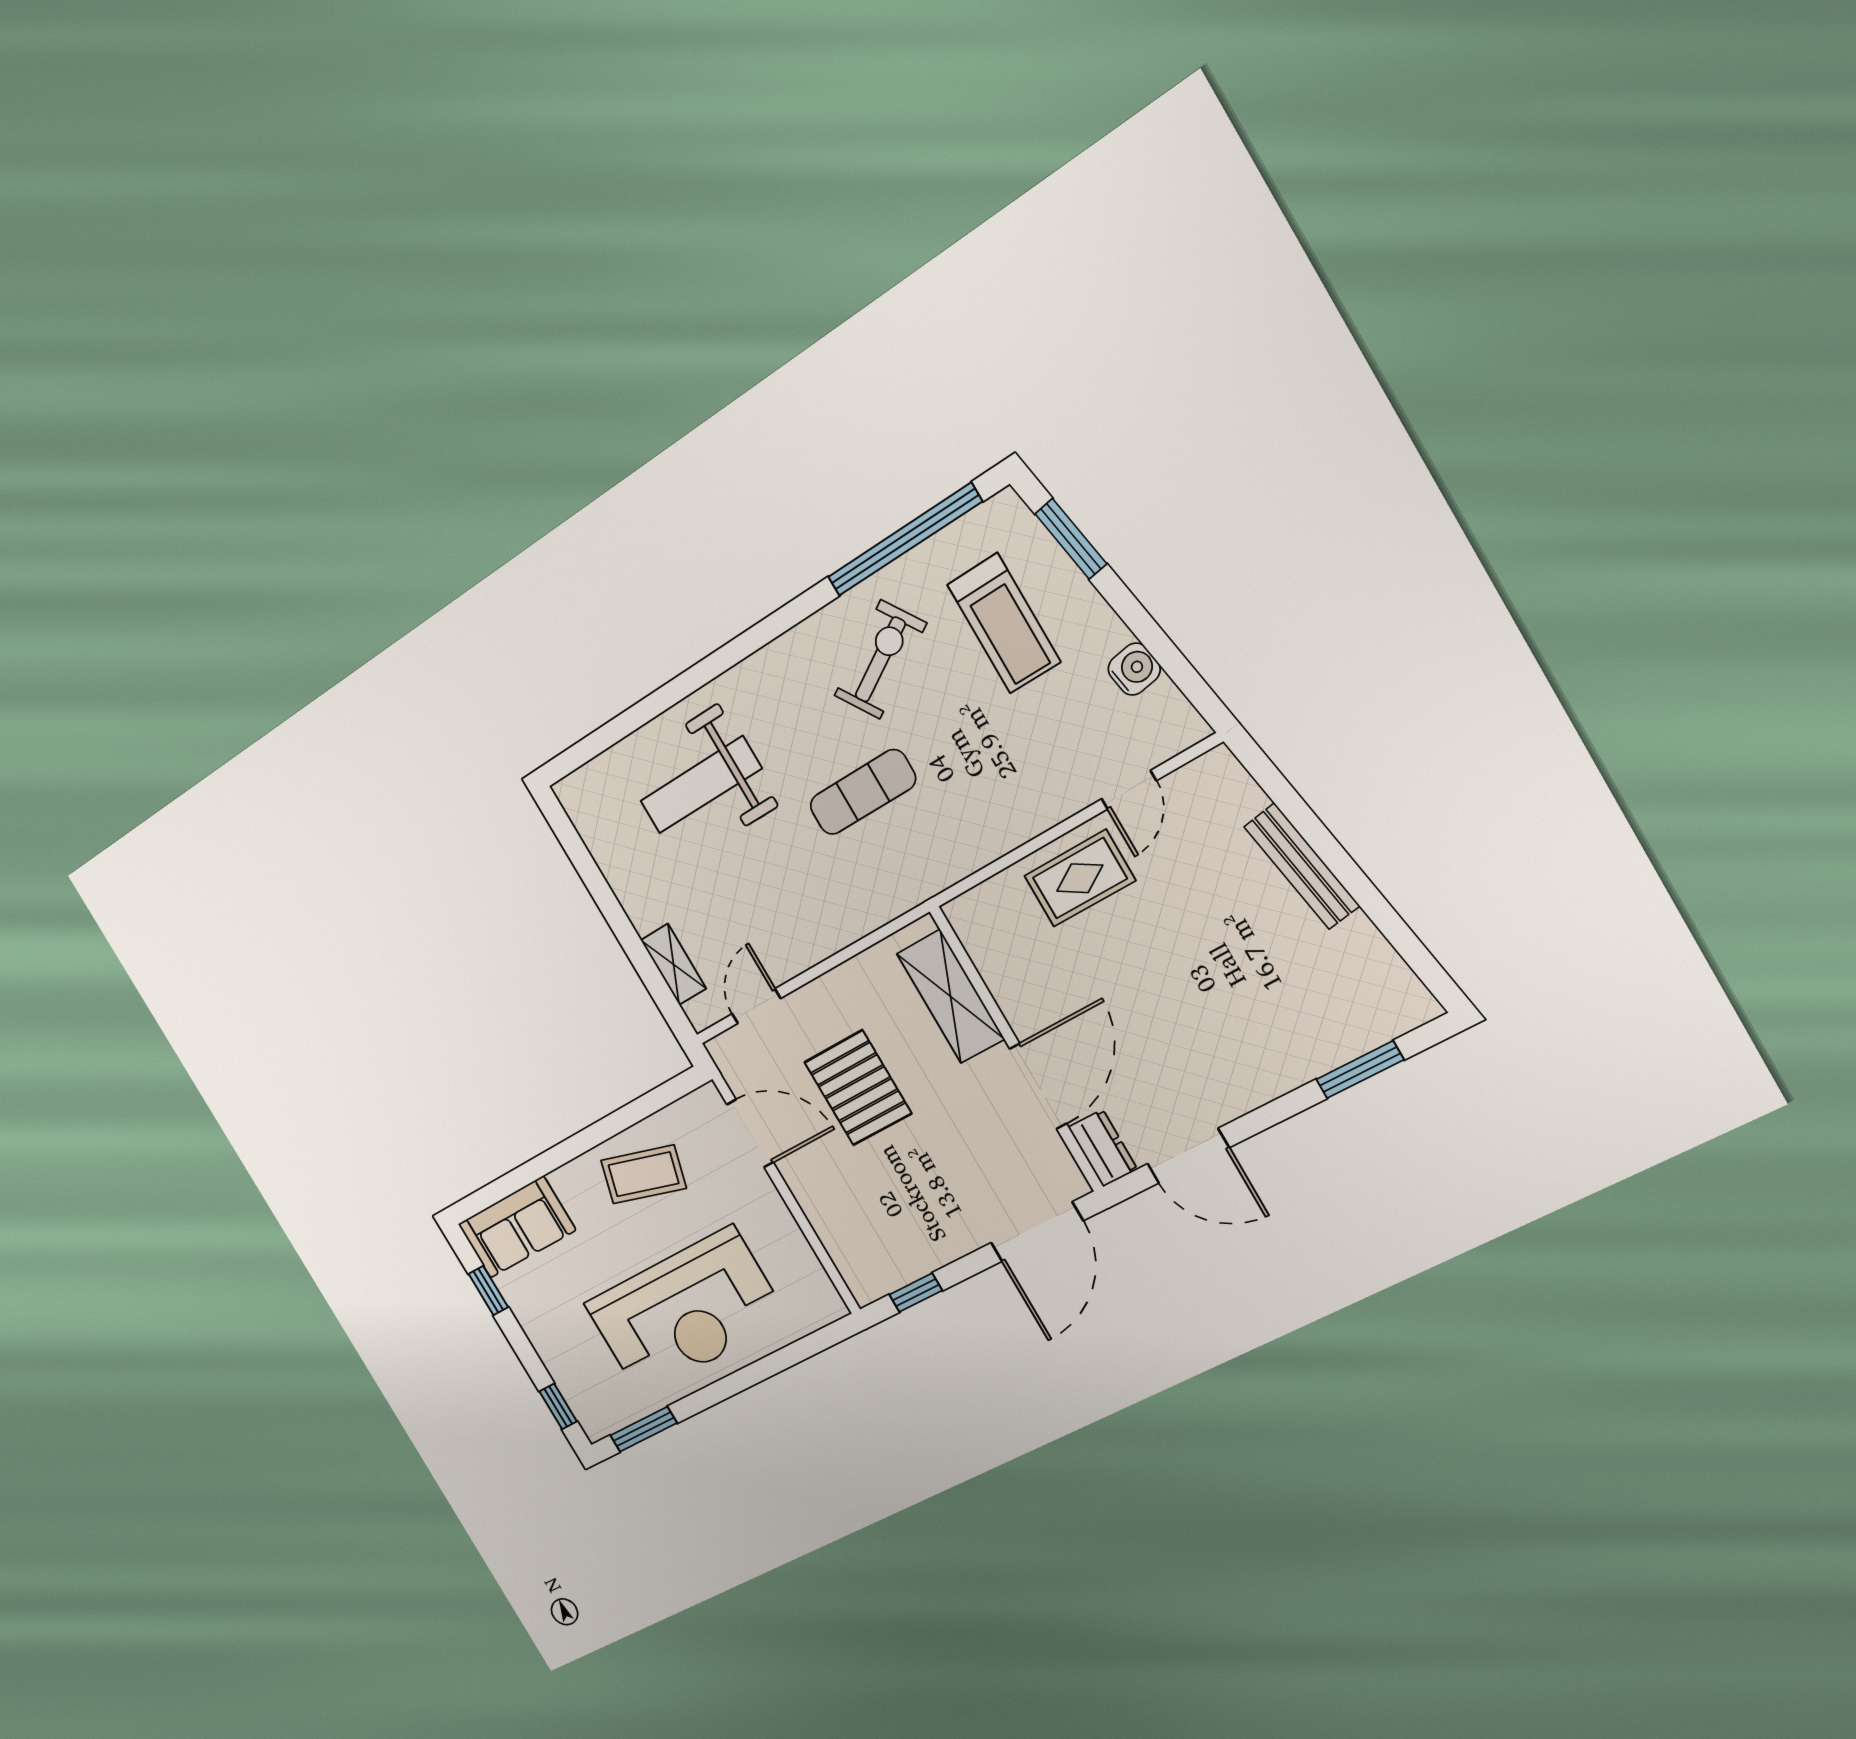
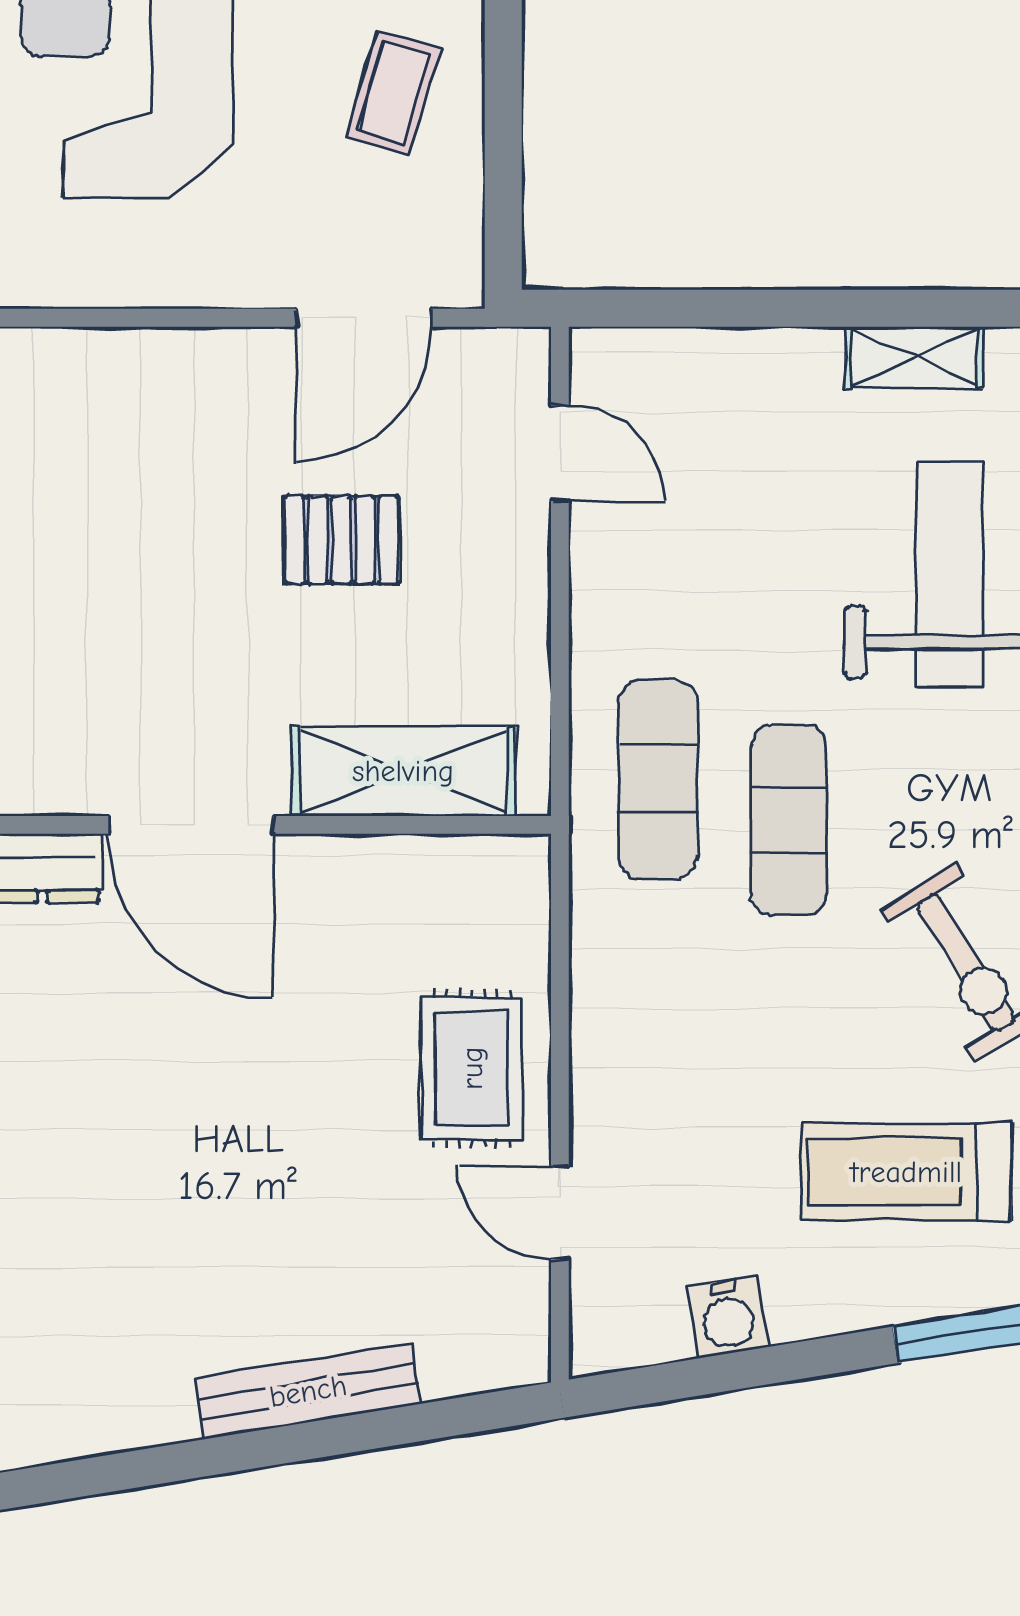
exercise mat: (881, 869) -> (658, 779), added
shelving: (673, 964) -> (914, 357), moved
pallet: (858, 1088) -> (341, 540), width x0.67, depth x0.71
coffee table: (644, 1174) -> (394, 93), width x0.73, depth x0.77

